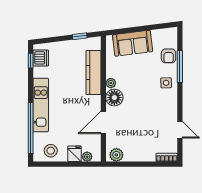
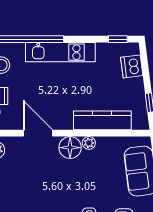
dishwasher: (41, 58) -> (132, 66), moved, turned 83

